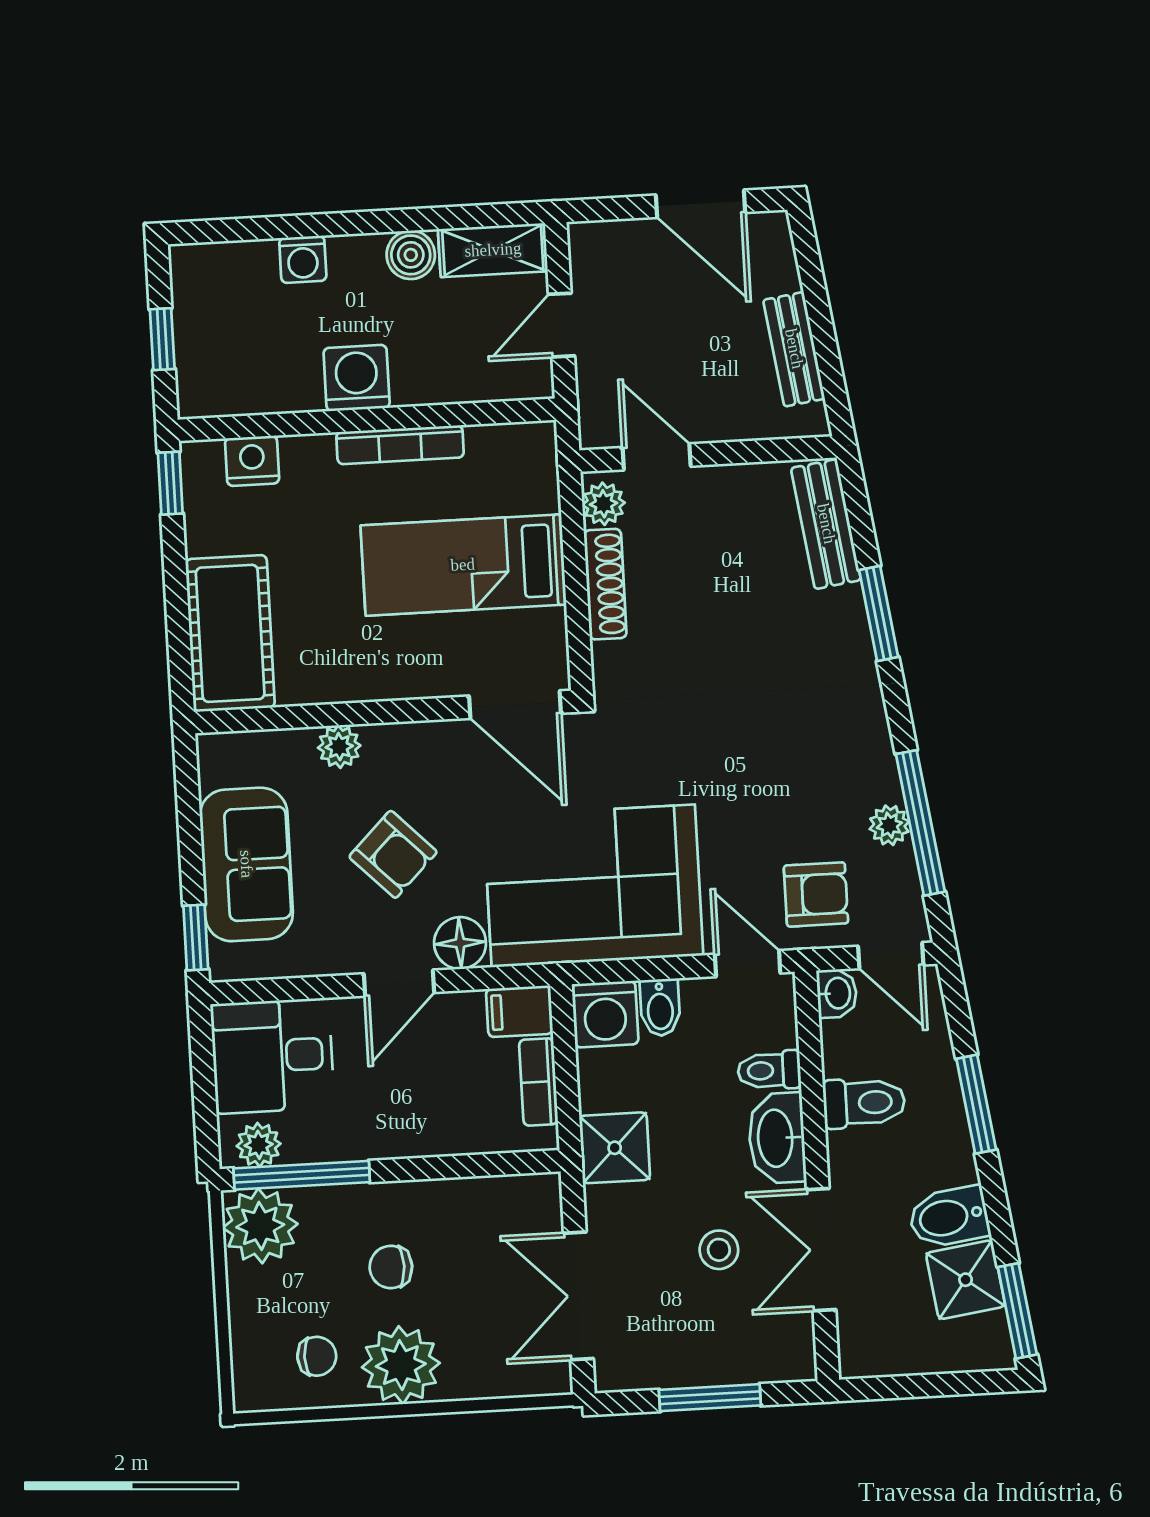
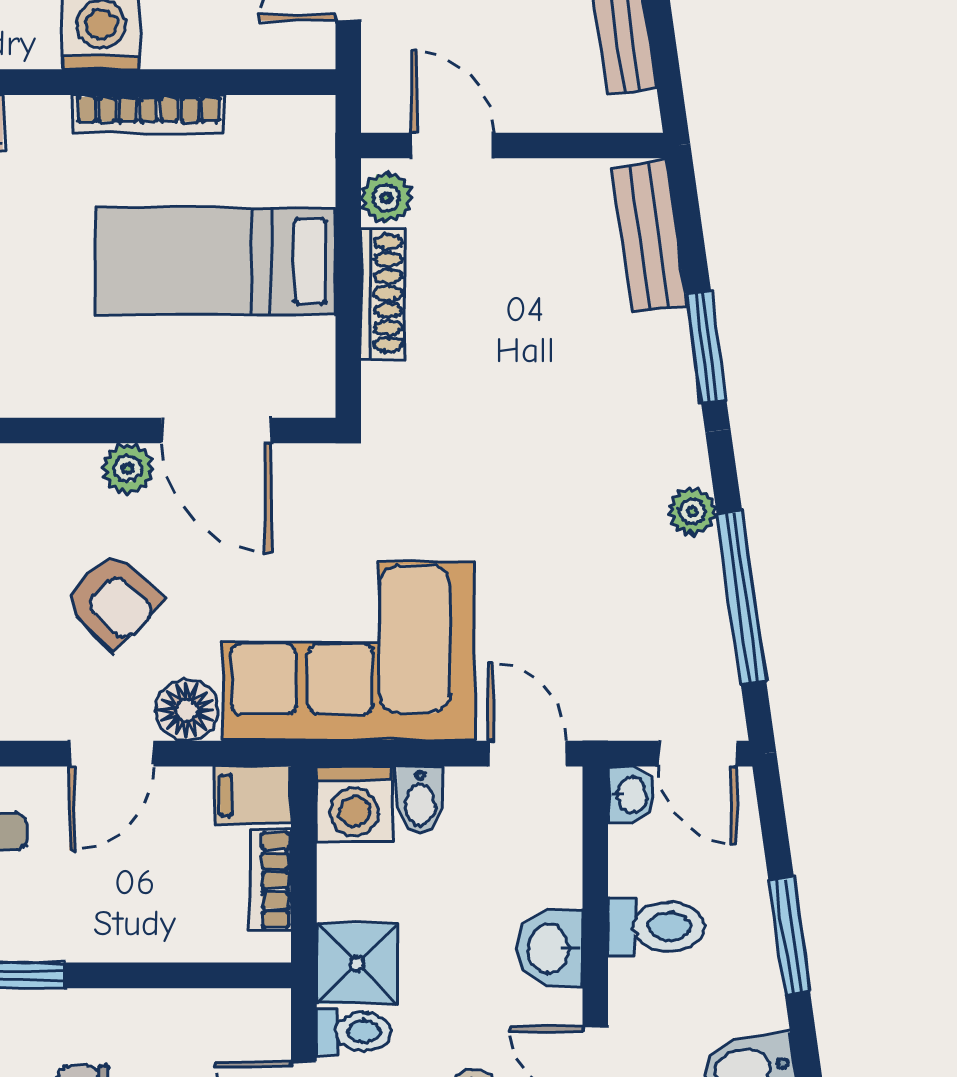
door: (515, 705) -> (216, 431), moved
plant: (339, 747) -> (128, 469), moved
plant: (889, 825) -> (692, 511), moved
armchair: (816, 894) -> (613, 676), removed
toilet: (769, 1070) -> (354, 1032), moved, turned 180
washbasin: (777, 1138) -> (550, 948), width x0.72

